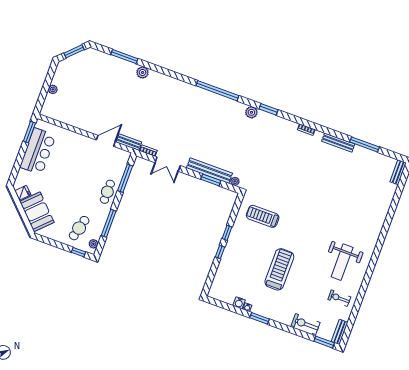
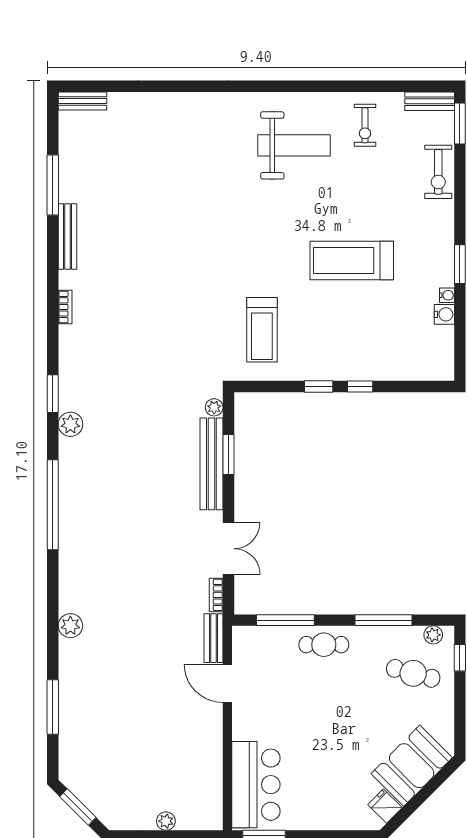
plant: (143, 72) -> (70, 626), moved
bar counter: (38, 151) -> (256, 785), moved, turned 90

